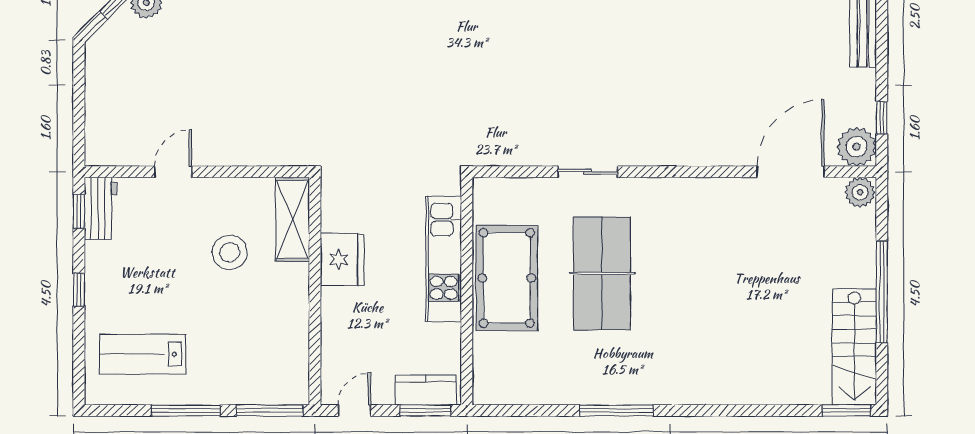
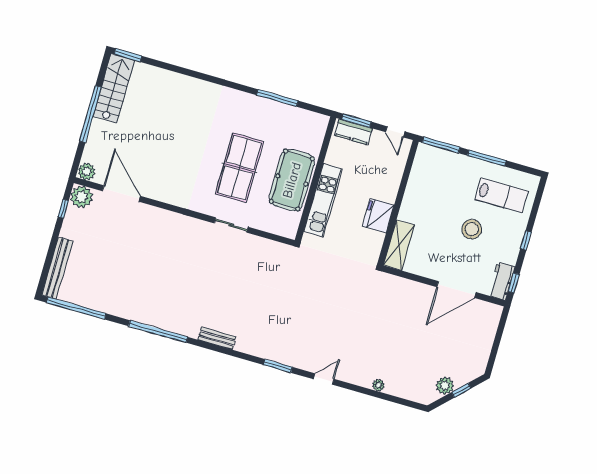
door: (173, 172) -> (456, 290), width x1.87
door: (790, 172) -> (121, 193), swing flipped
stool: (230, 252) -> (472, 229), moved
door: (354, 411) -> (395, 132), hinge flipped
window: (616, 411) -> (277, 98), moved

